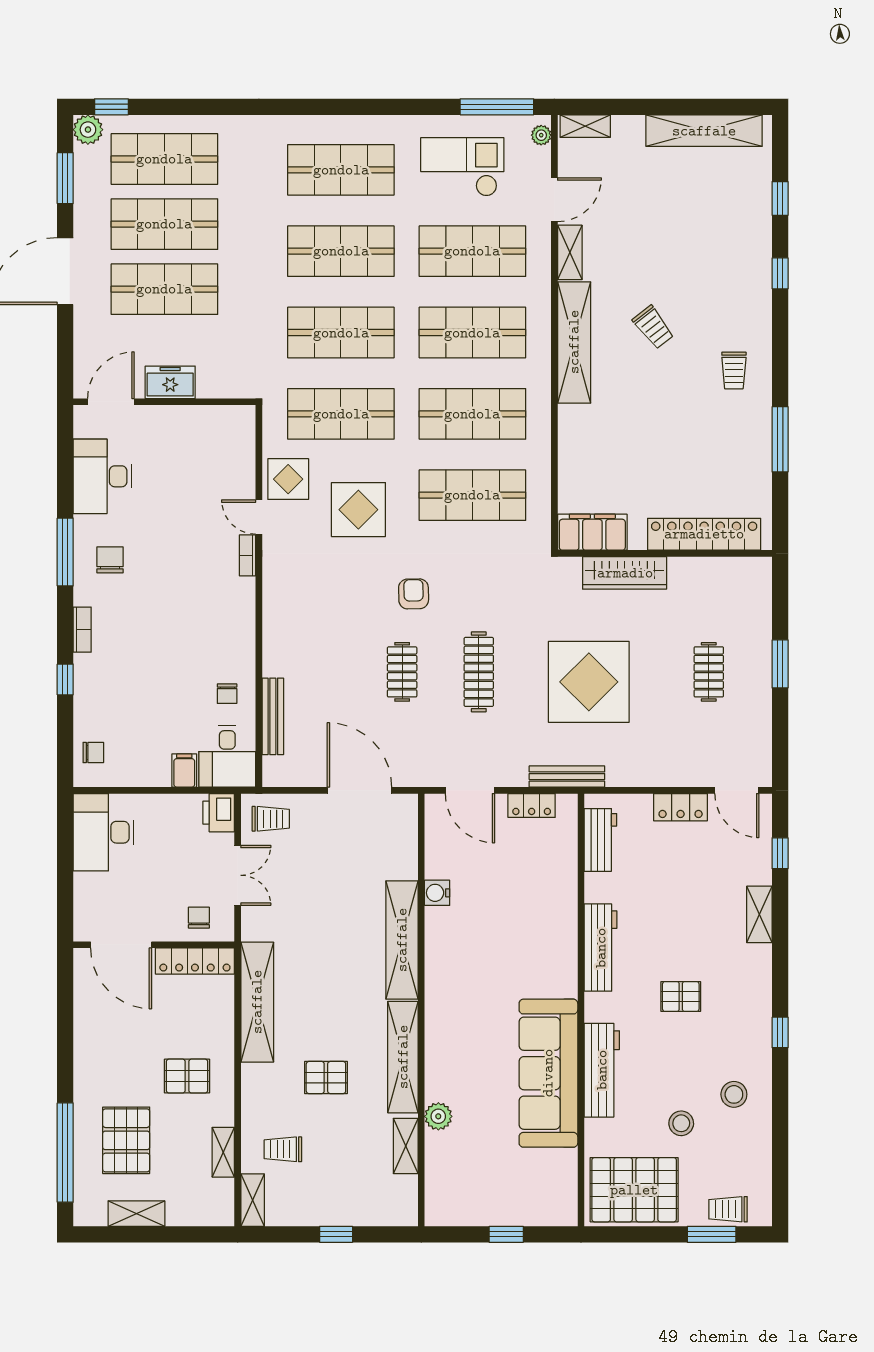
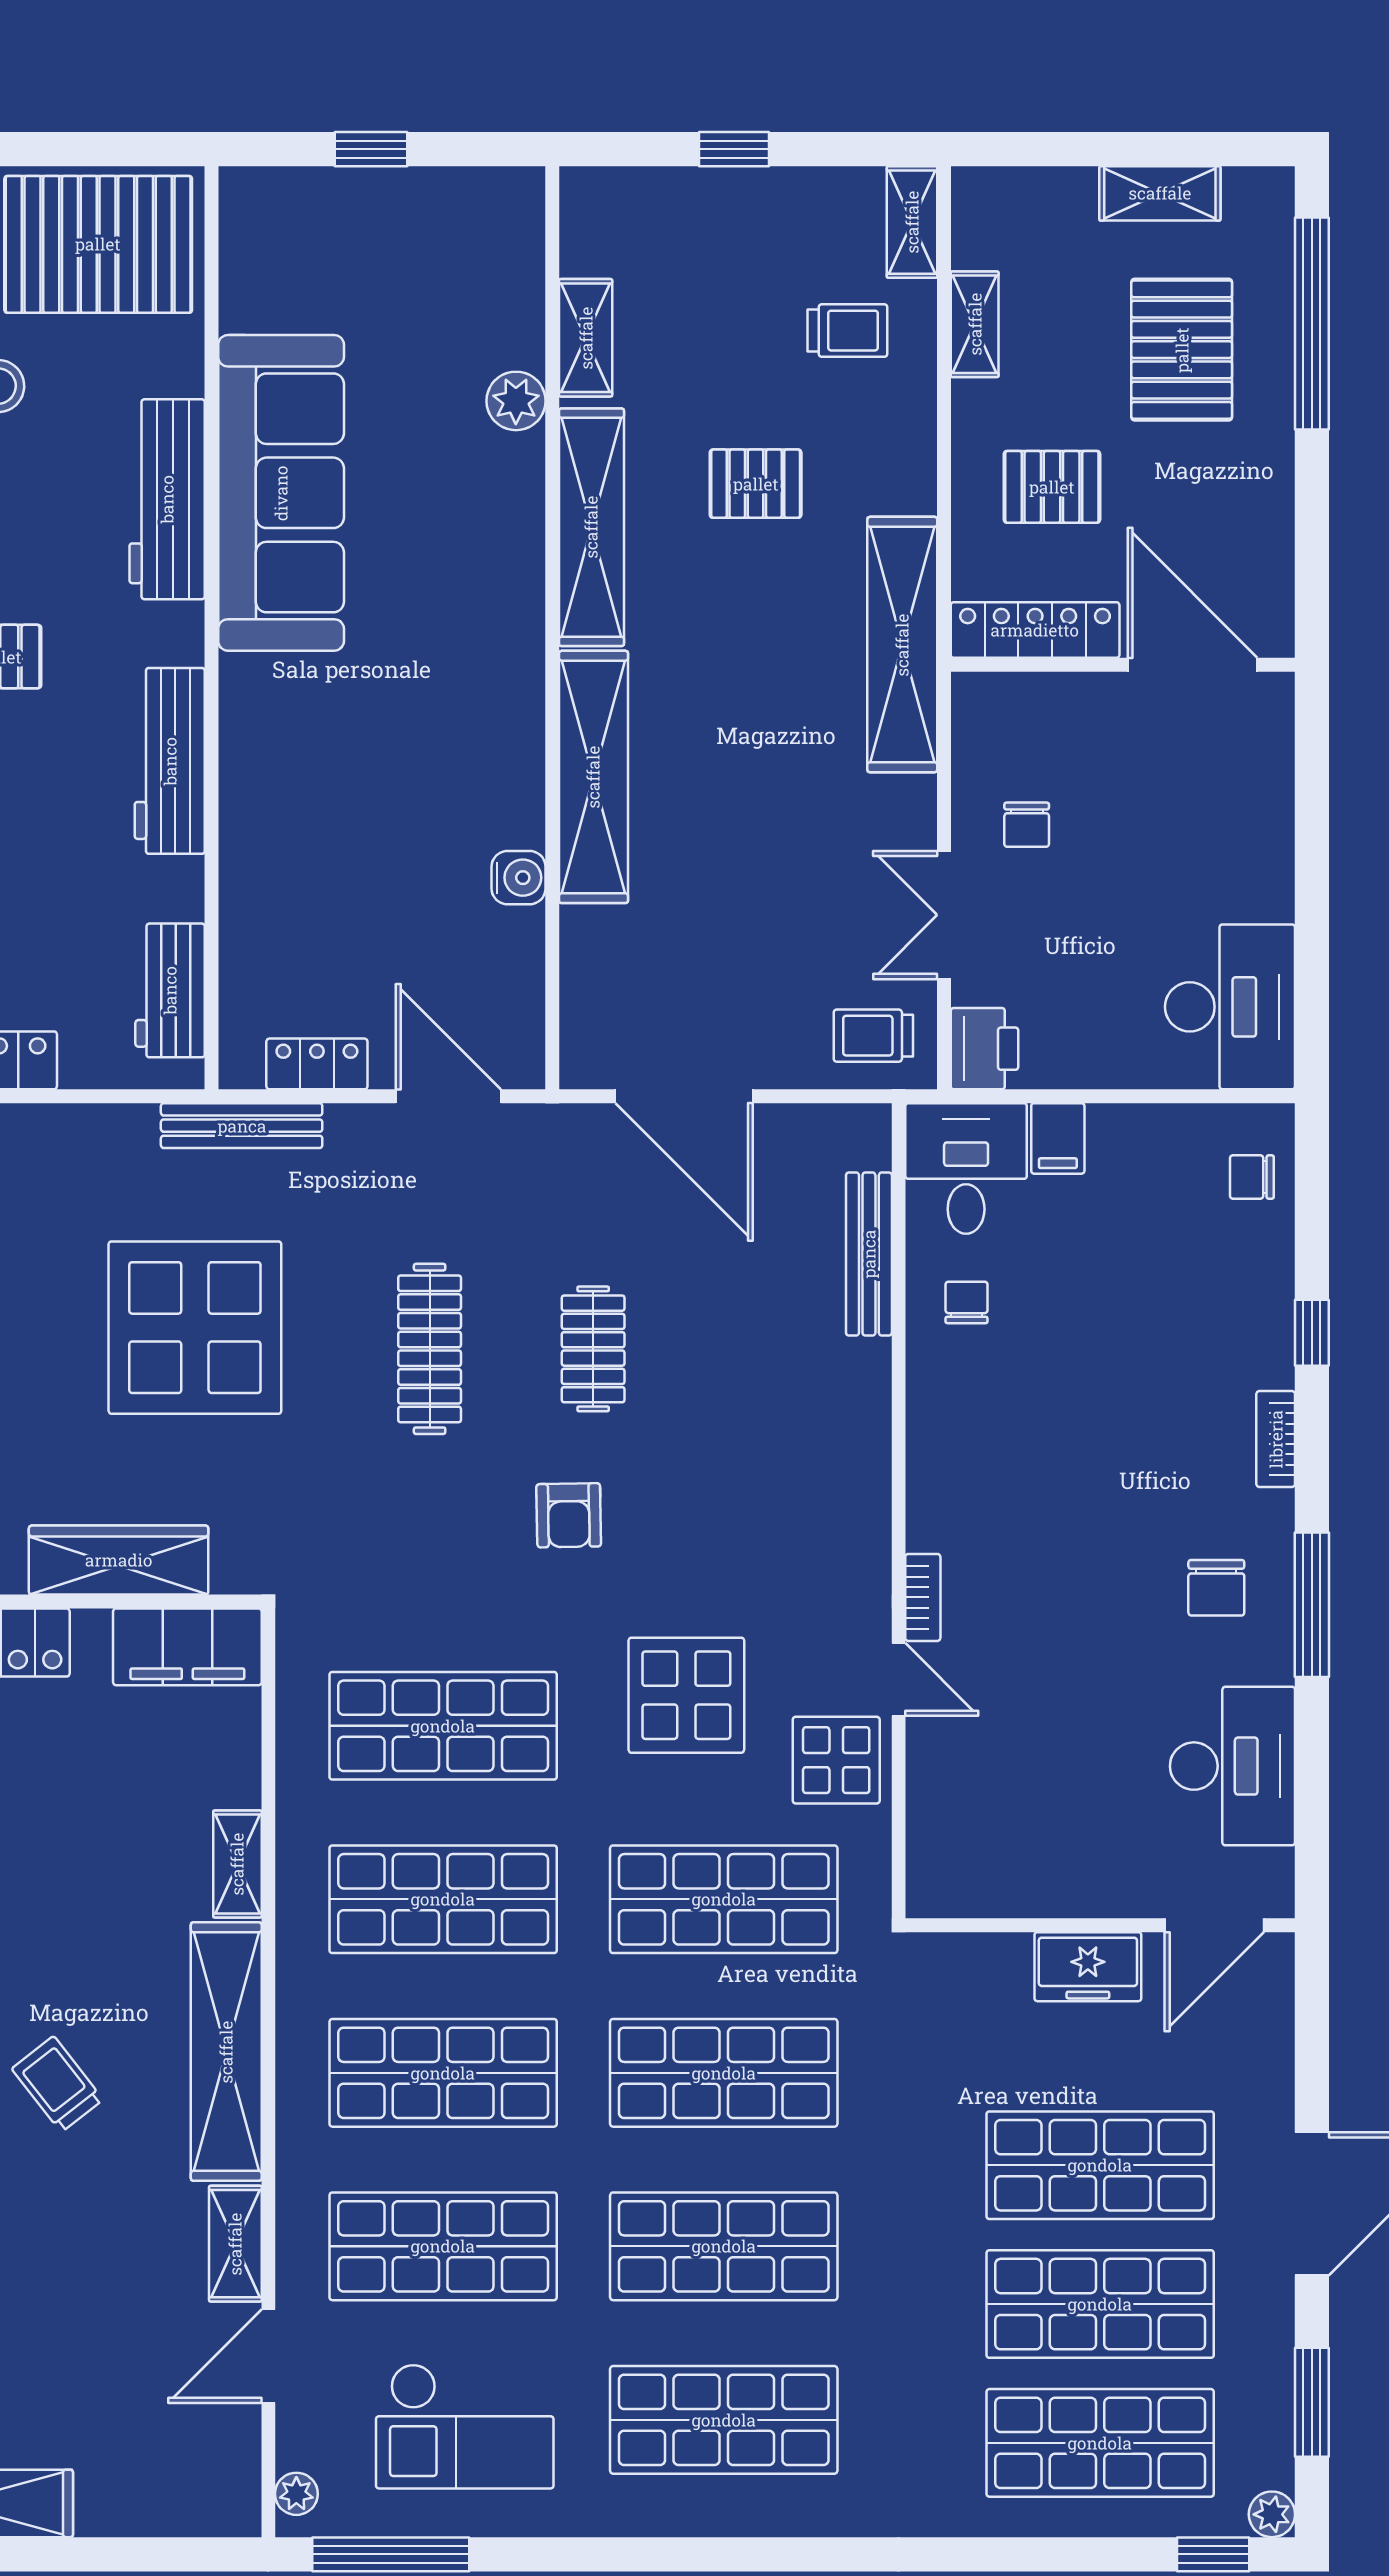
shelving: (585, 126) -> (237, 1864), moved, turned 90
plant: (88, 130) -> (1272, 2514), width x0.73, depth x0.73
door: (121, 945) -> (1192, 665), moved
wall: (154, 945) -> (1123, 665), moved
locker: (195, 961) -> (1035, 630), moved

